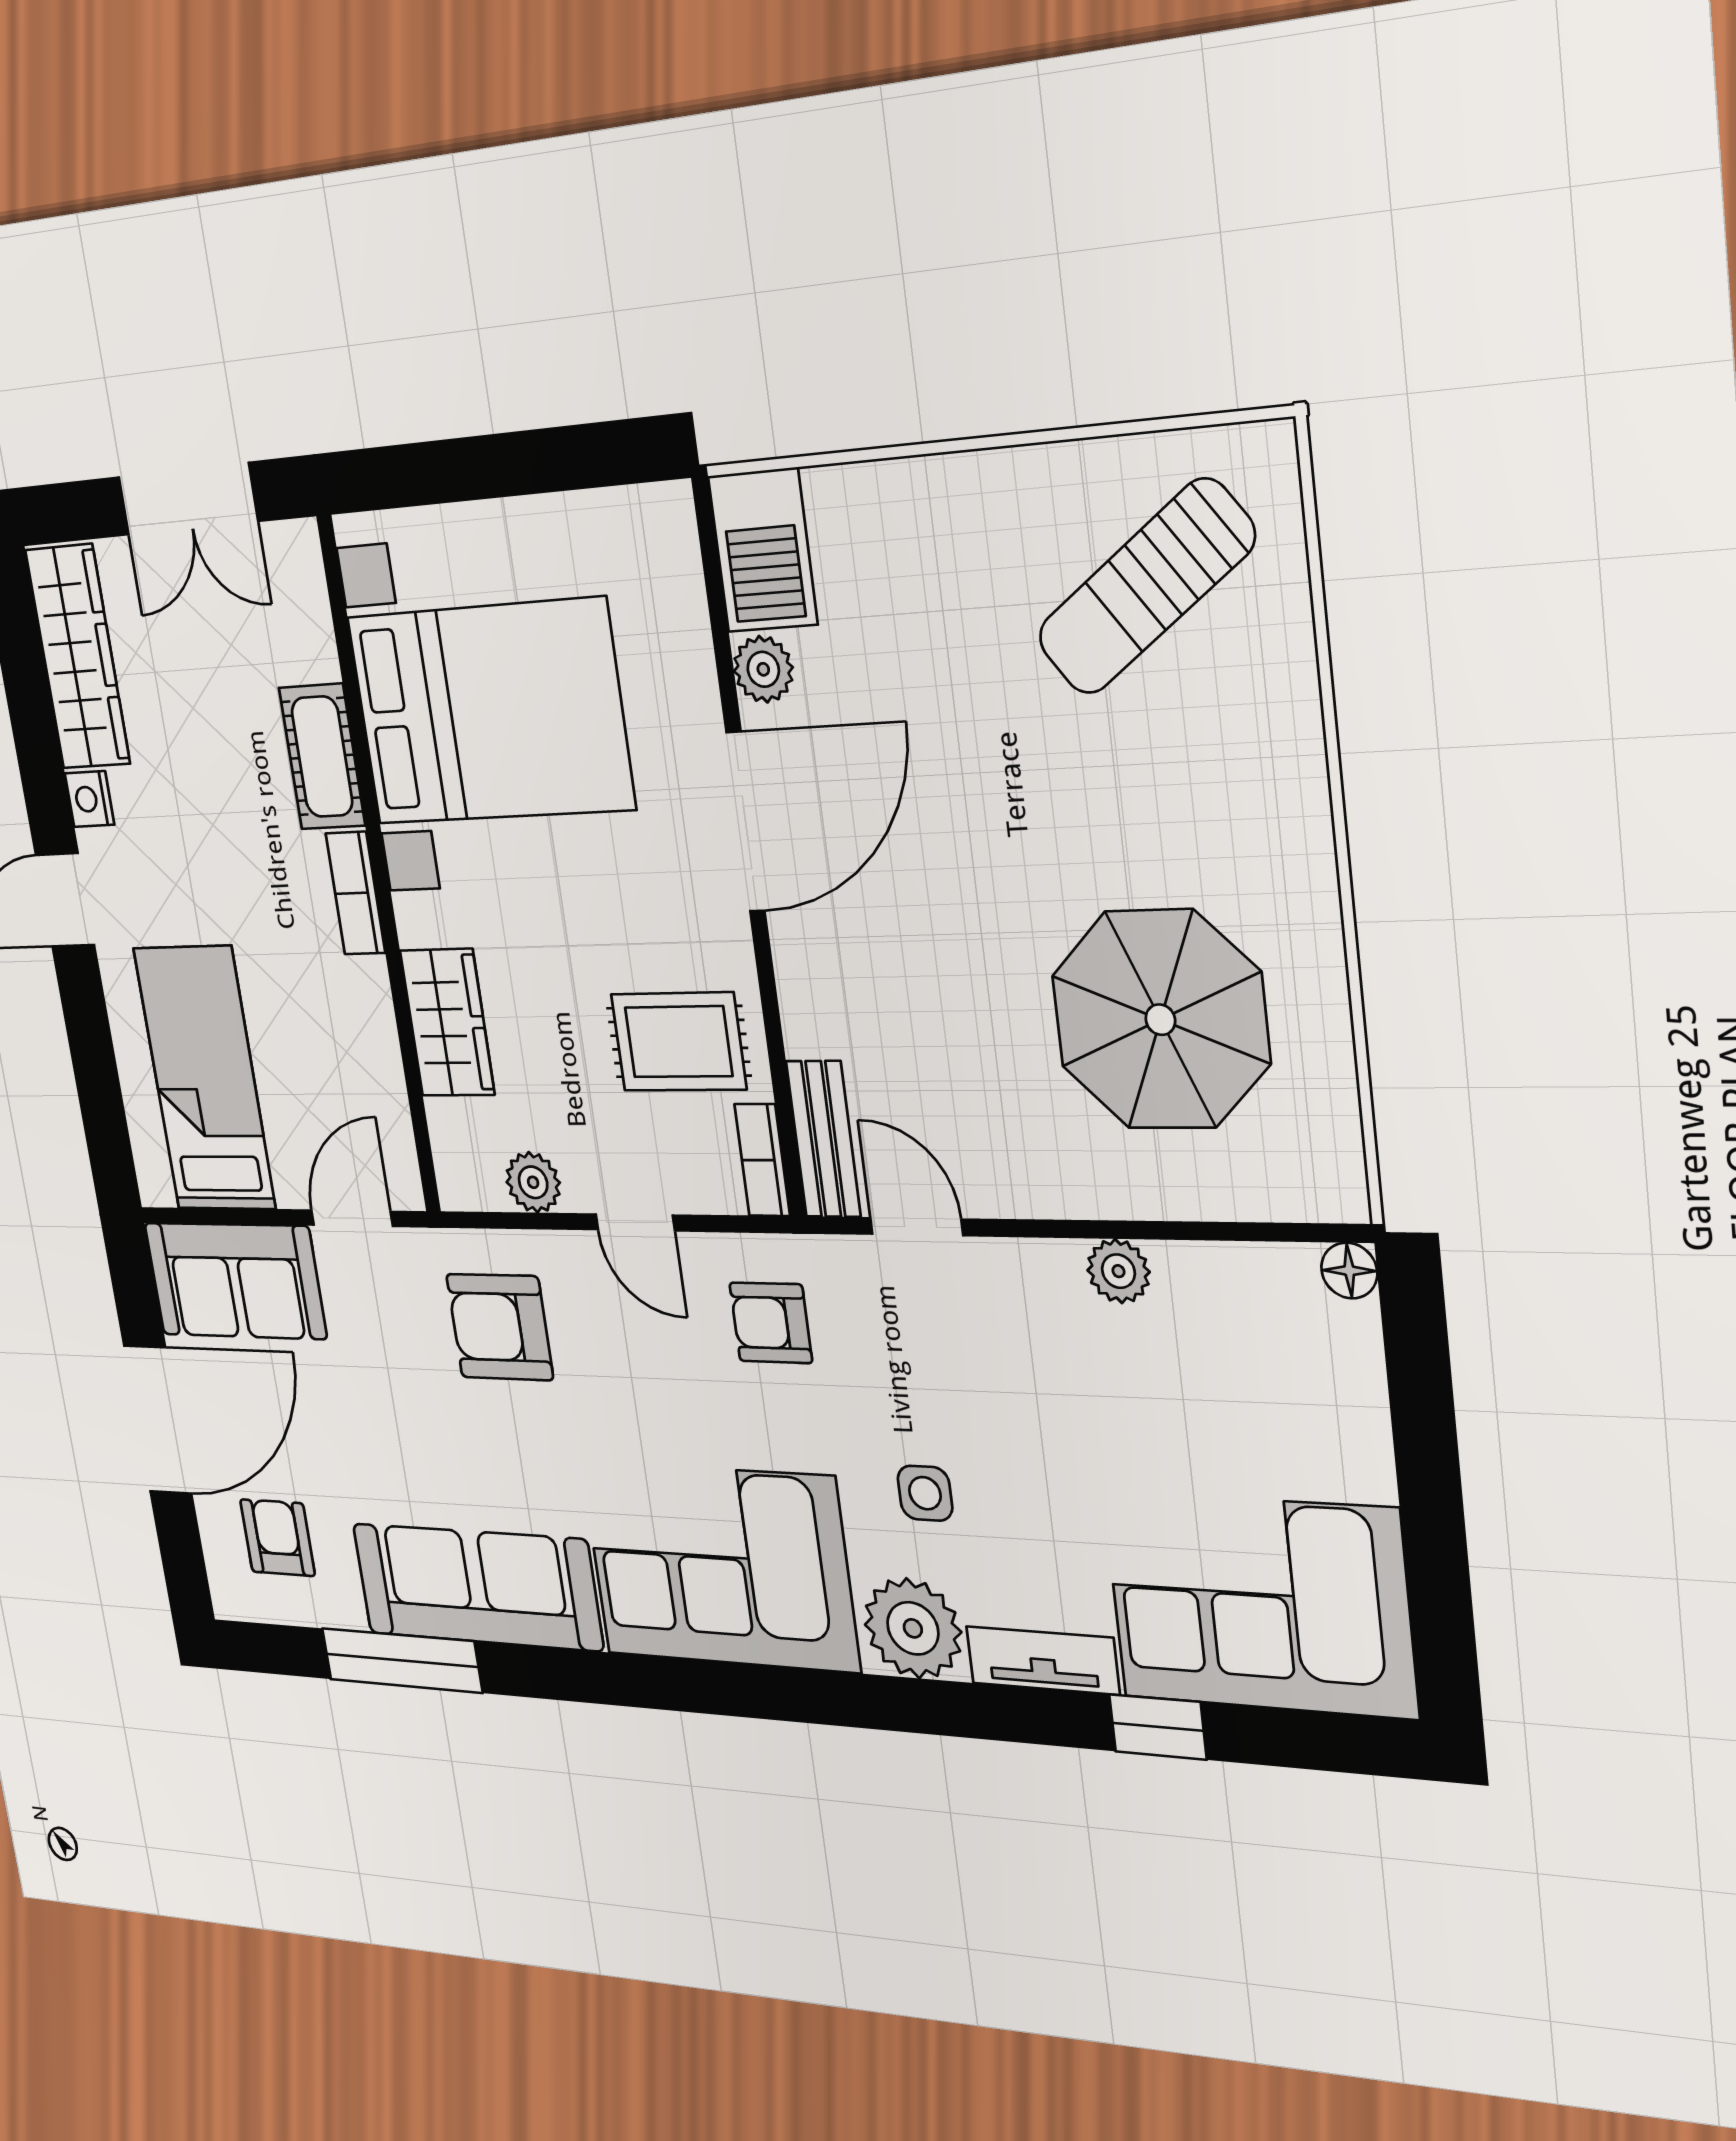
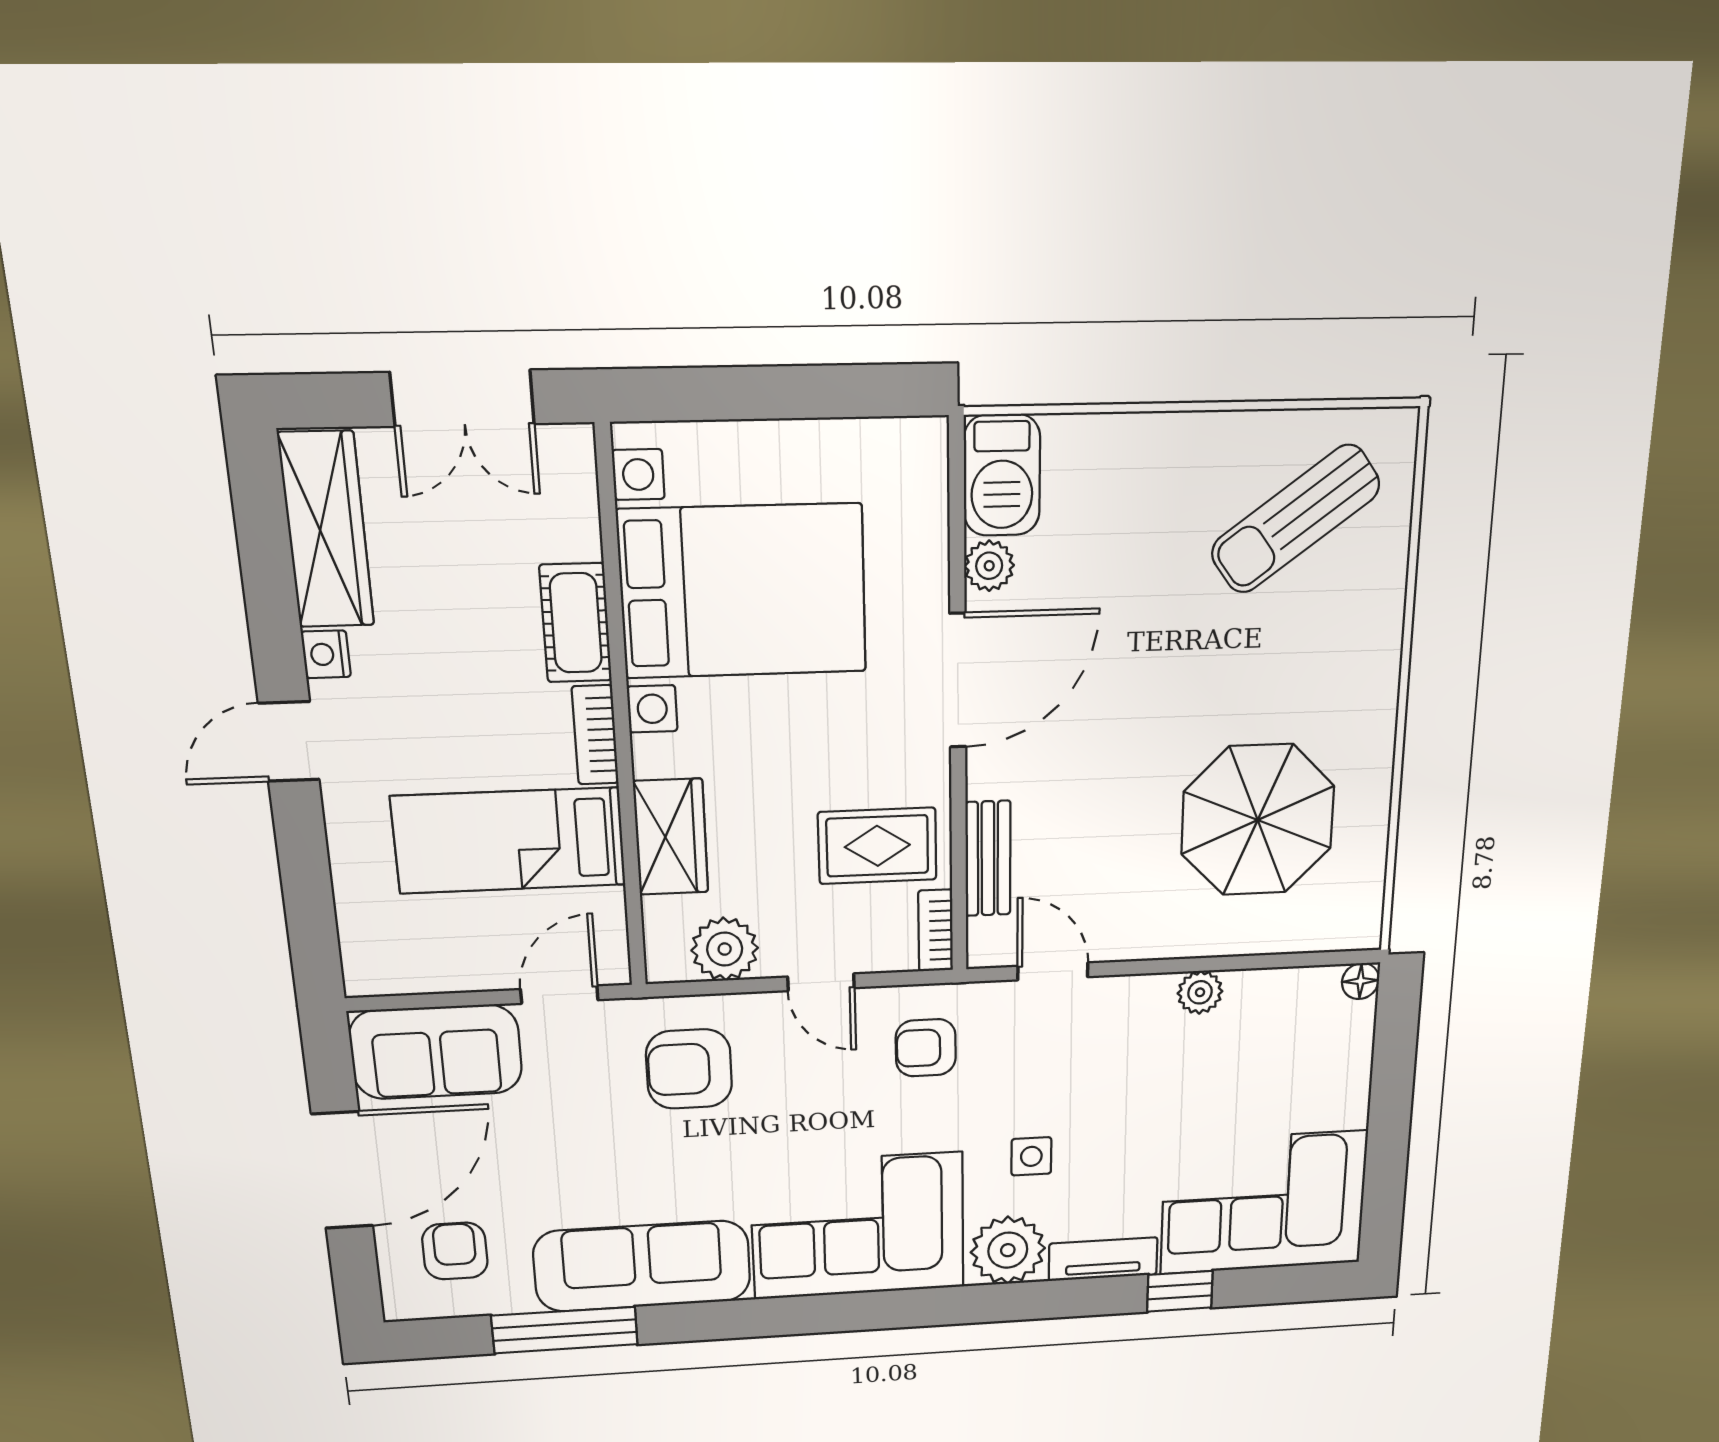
bed: (205, 1079) -> (509, 841), moved, turned -90
bench: (823, 1139) -> (988, 859), moved
plant: (533, 1182) -> (725, 949), width x1.38, depth x1.38

